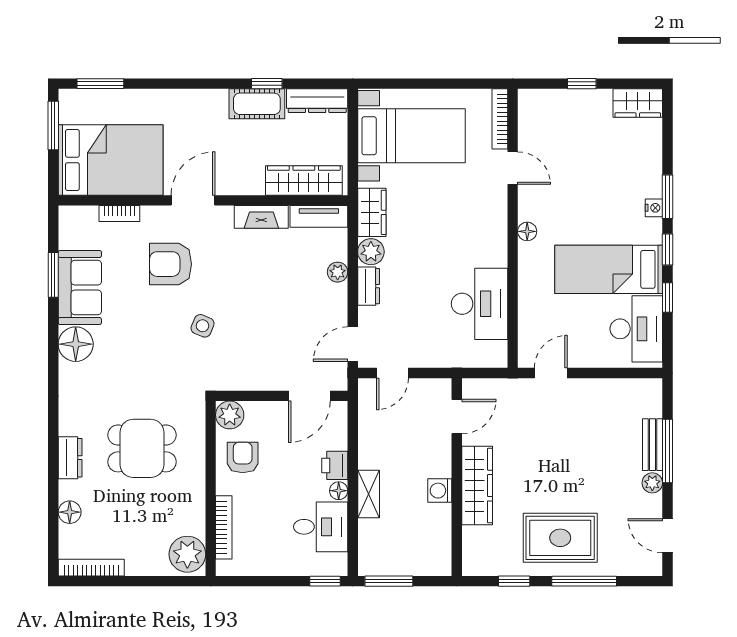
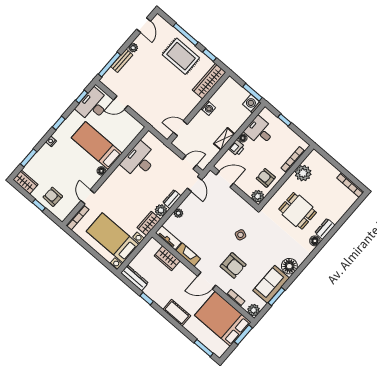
cot: (257, 104) -> (177, 313), moved
armchair: (571, 118) -> (53, 197), added
window: (53, 126) -> (243, 335), moved
wardrobe: (304, 181) -> (167, 258), width x0.67
window: (668, 197) -> (29, 158), moved
plant: (72, 219) -> (254, 310), added
bed: (609, 269) -> (97, 146), moved, turned 180
window: (668, 298) -> (82, 97), moved
door: (353, 344) -> (195, 184), hinge flipped
door: (551, 373) -> (121, 103), moved
window: (668, 451) -> (109, 65), moved
armchair: (243, 457) -> (266, 178), turned 90
wardrobe: (477, 486) -> (209, 81), moved
shelving: (369, 494) -> (224, 139), moved
floor lamp: (70, 512) -> (315, 241), moved
plant: (187, 554) -> (303, 173), moved
washing machine: (373, 561) -> (252, 104), added
window: (325, 581) -> (285, 120), moved

